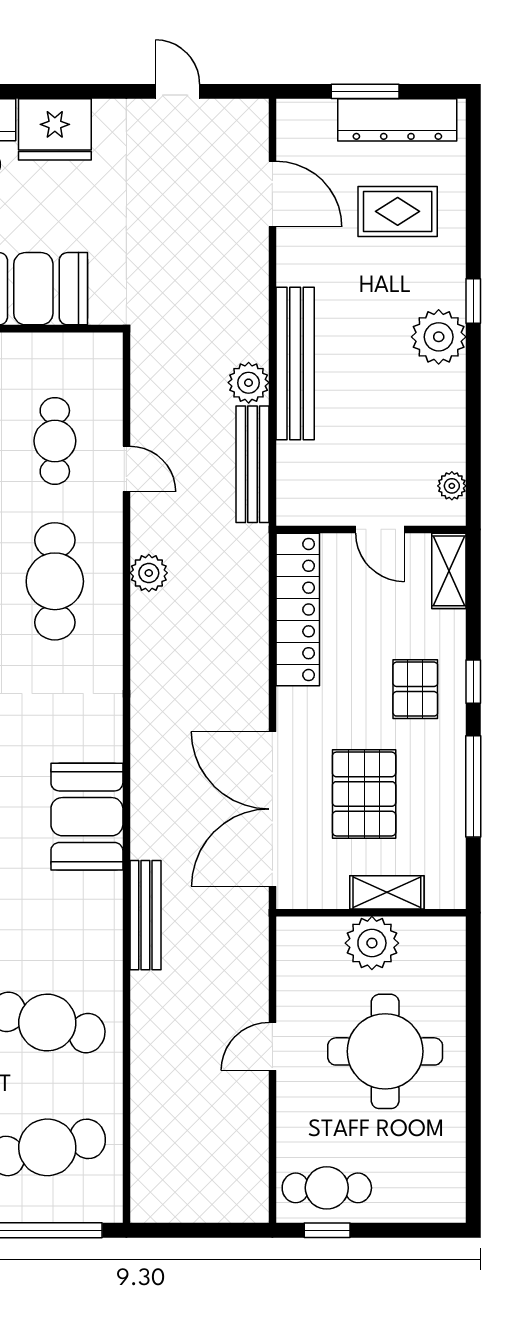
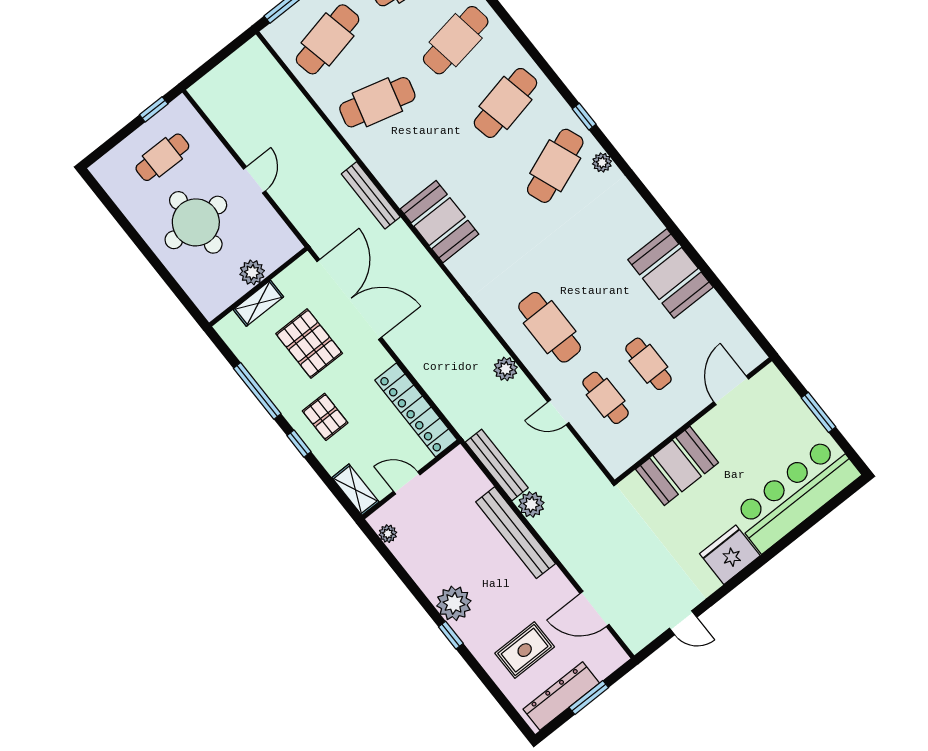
plant: (372, 943) -> (252, 272), width x0.73, depth x0.73
cafe table: (327, 1188) -> (162, 157), moved

